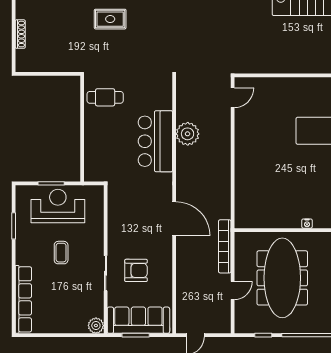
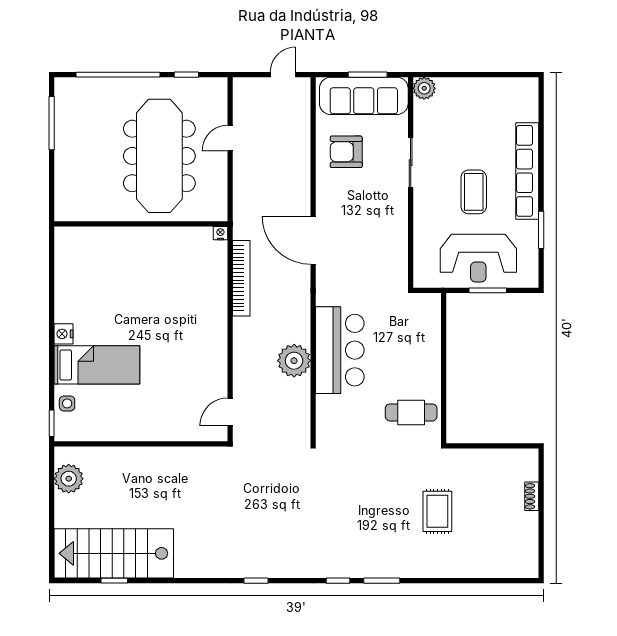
rug: (110, 19) -> (437, 511), moved, turned 90
shoe rack: (20, 34) -> (532, 496), width x0.70
nightstand: (307, 224) -> (220, 233), moved
bookcase: (225, 246) -> (241, 278), moved
coffee table: (61, 253) -> (474, 192), width x1.36, depth x1.30
armchair: (136, 270) -> (346, 152), moved
row of seats: (23, 299) -> (527, 171), moved

